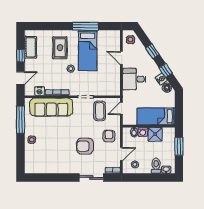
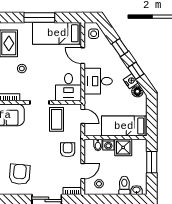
bed: (88, 50) -> (57, 33), moved, turned 90
desk: (110, 84) -> (69, 87), added
door: (121, 108) -> (83, 116), swing flipped
armchair: (85, 146) -> (20, 174), moved, turned 95

